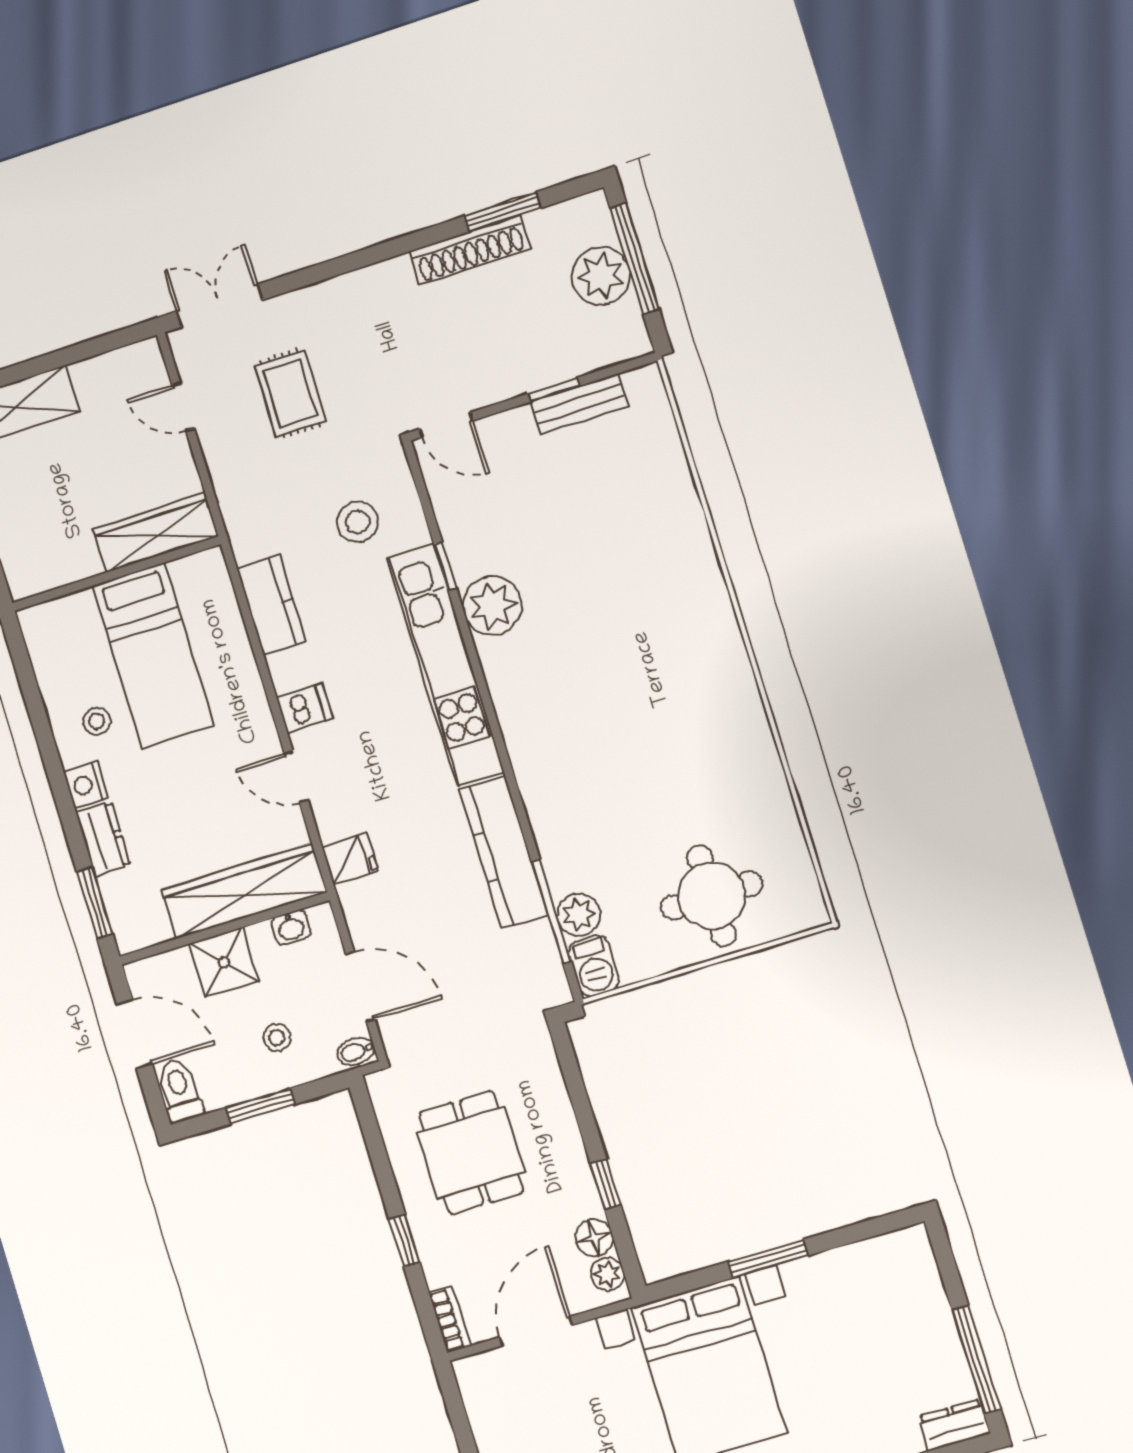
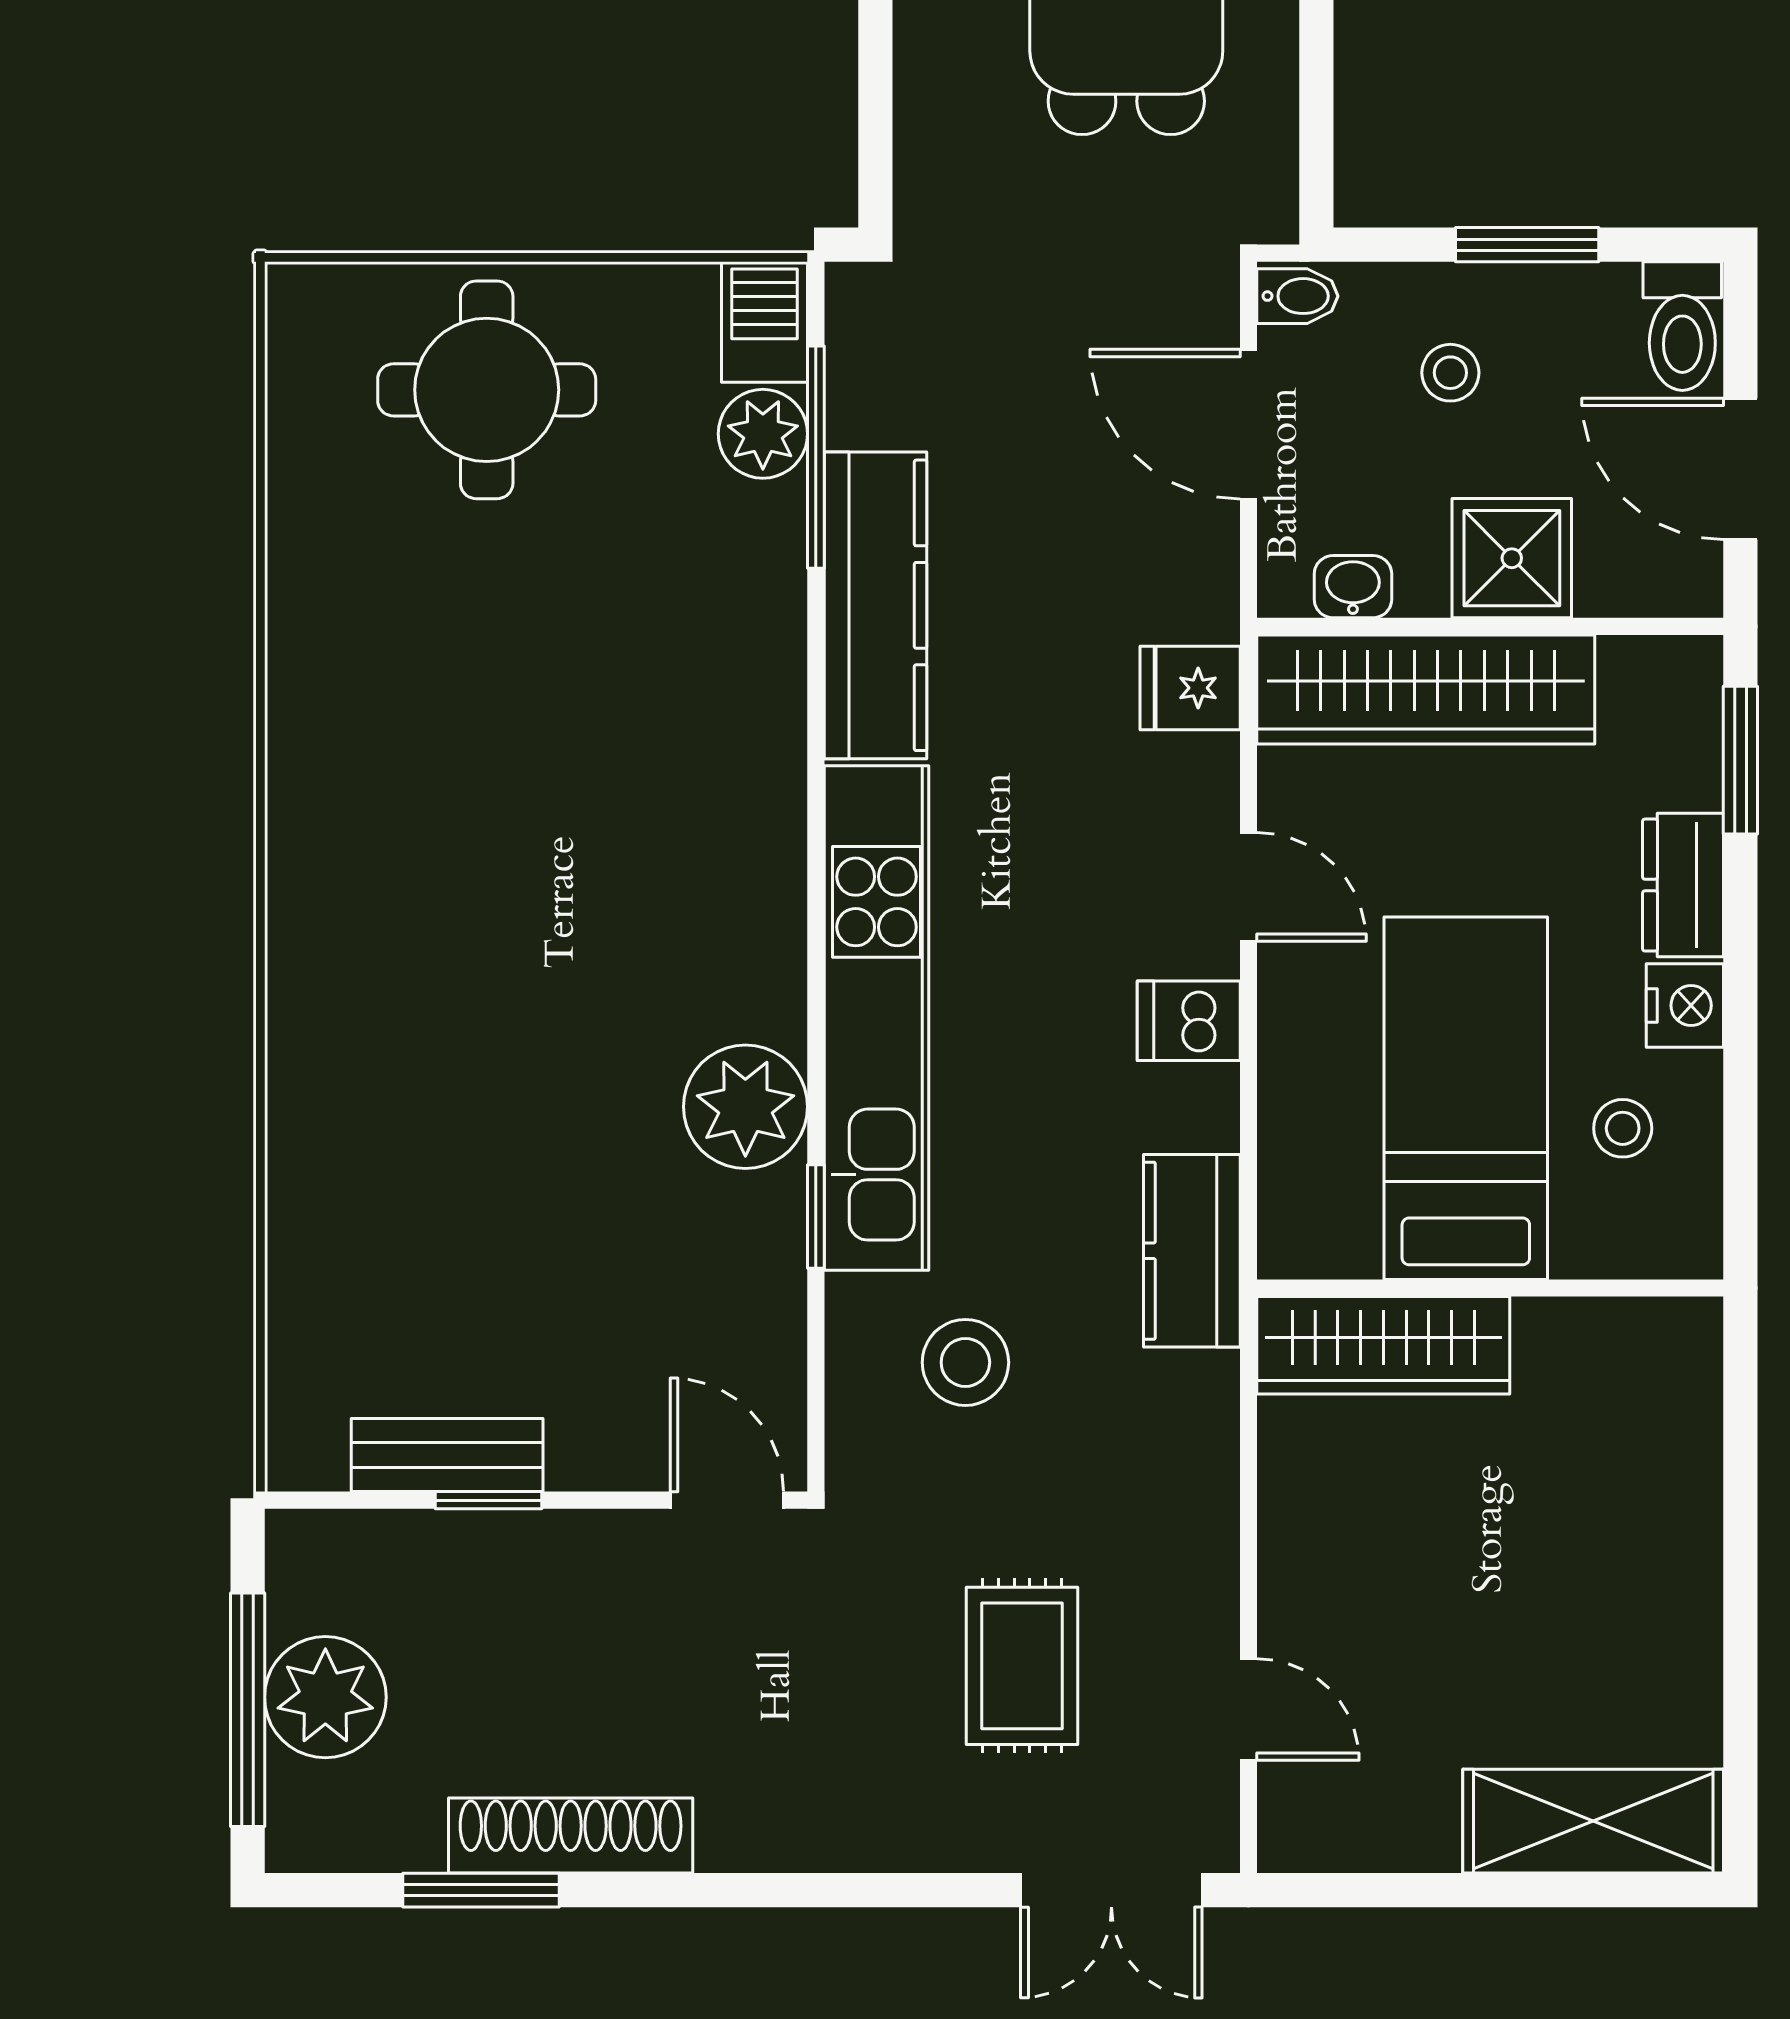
wardrobe: (156, 533) -> (1383, 1345), moved
wall: (116, 574) -> (1490, 1288), moved
bed: (153, 655) -> (1466, 1098), moved

